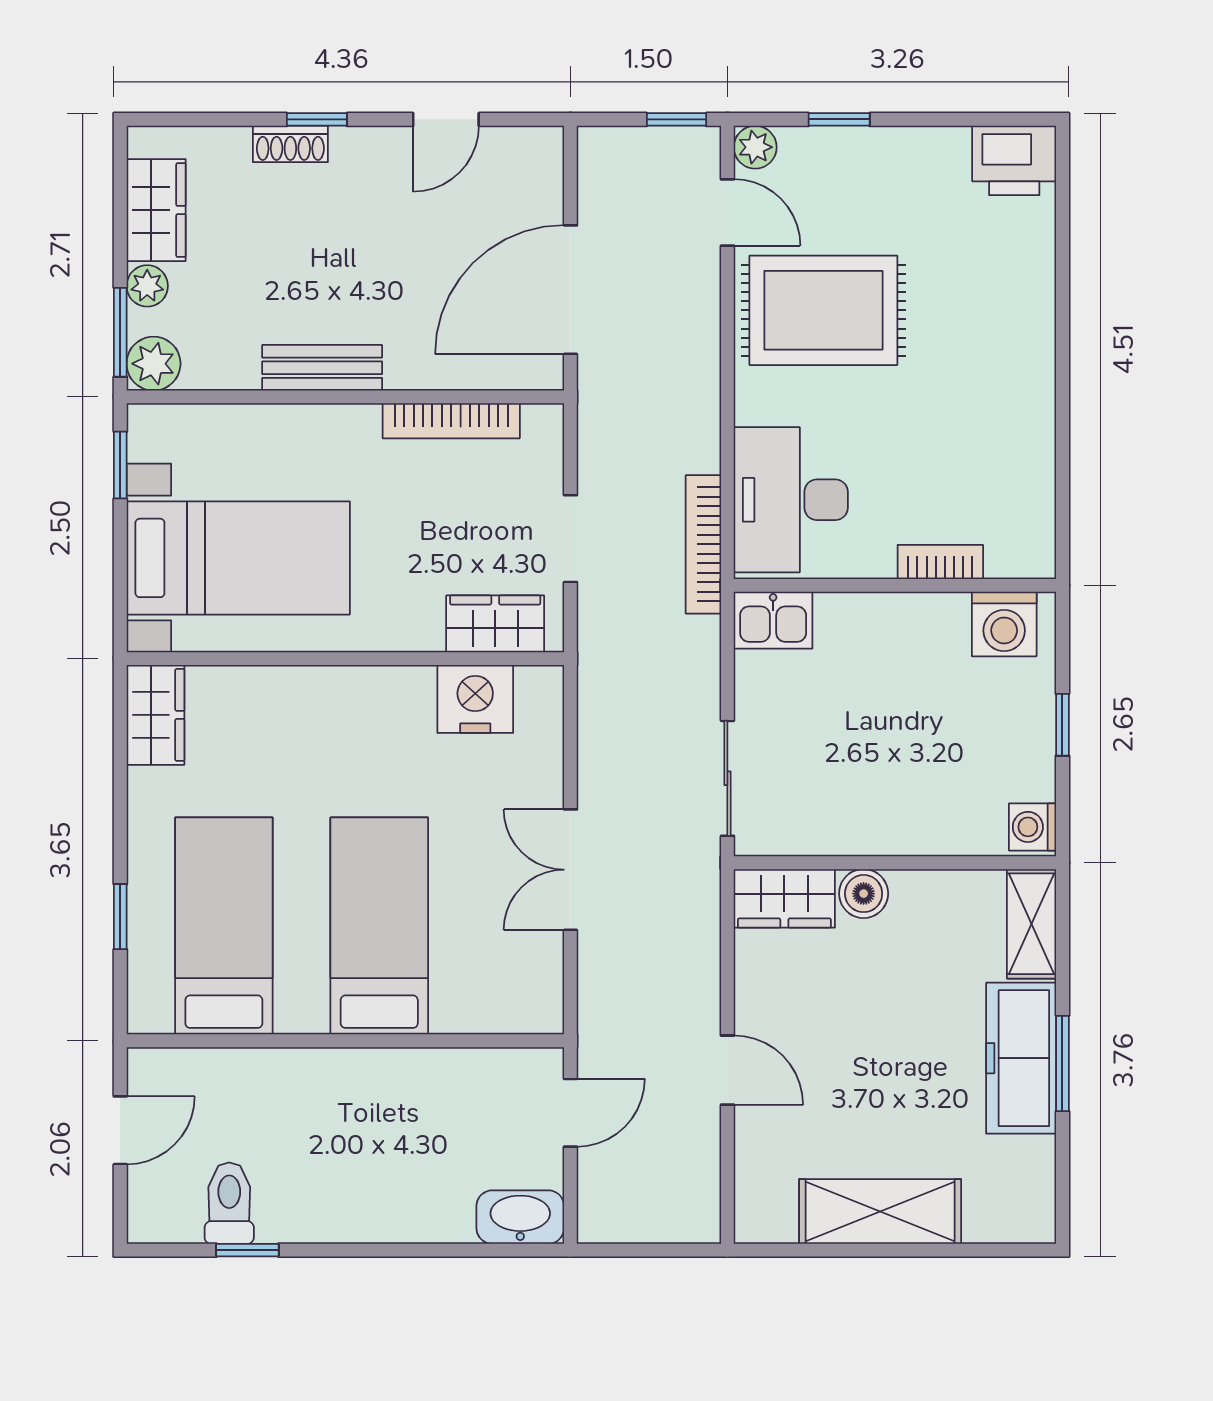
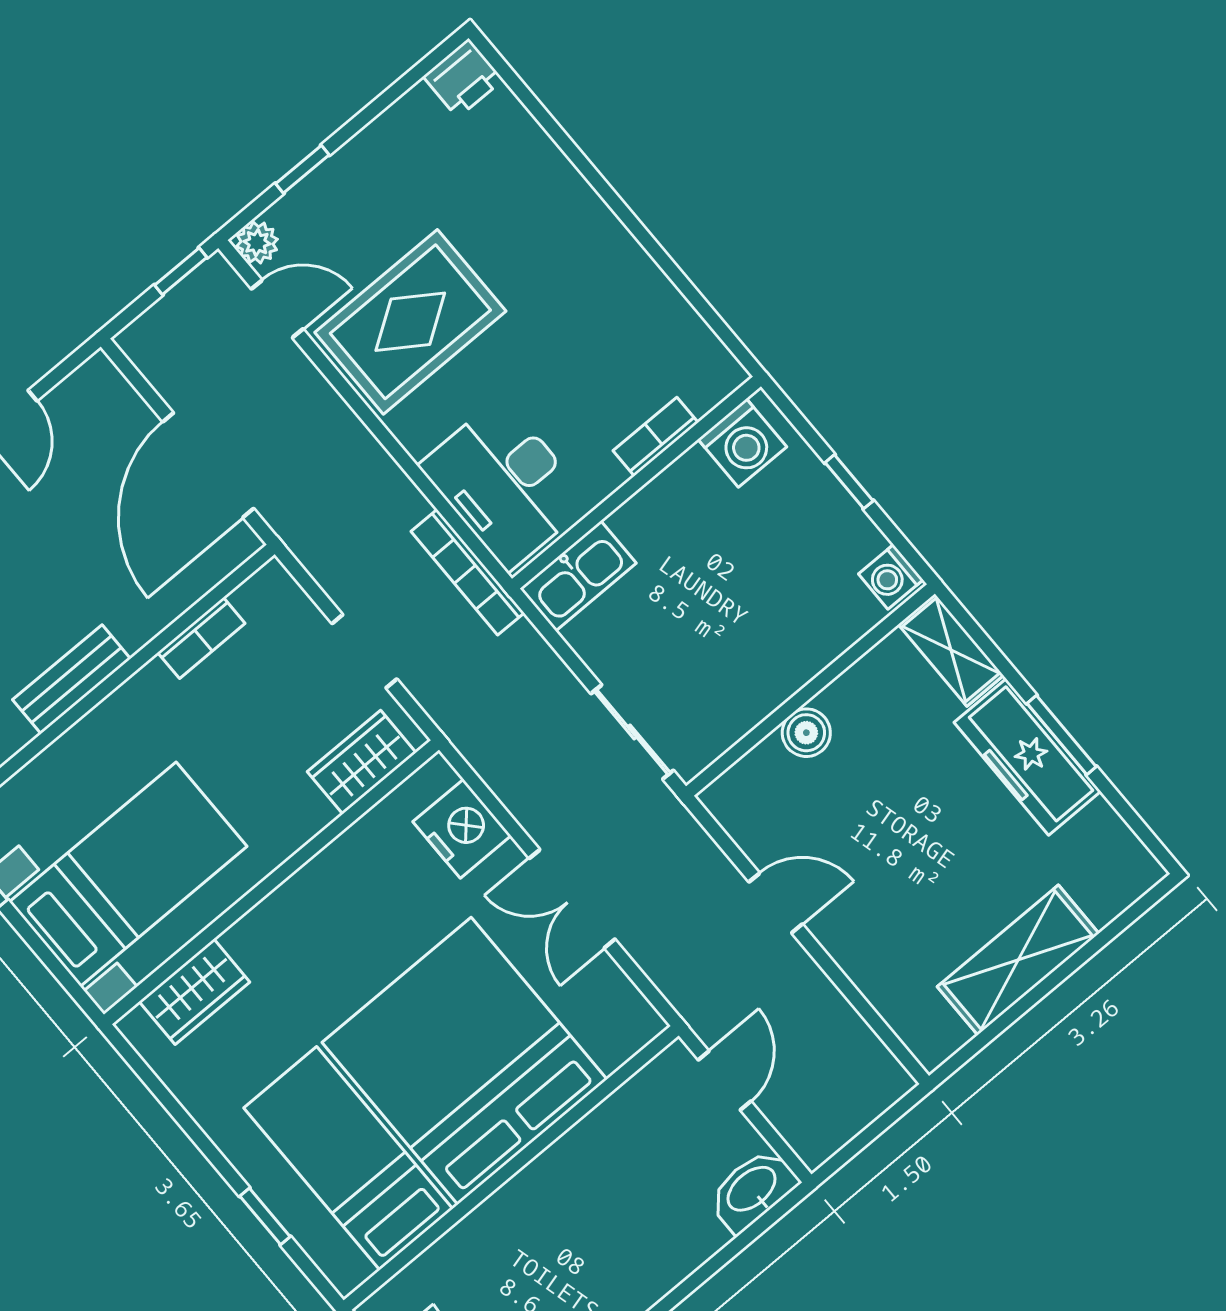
printer: (1014, 160) -> (463, 78), width x0.73, depth x0.81
bookcase: (451, 421) -> (201, 638), width x0.64
kitchen sink: (773, 620) -> (578, 576), width x1.38
nightstand: (475, 699) -> (462, 829), moved, turned 90
wardrobe: (155, 715) -> (194, 992), moved, turned 90
wardrobe: (784, 898) -> (750, 786), removed
bed: (379, 926) -> (464, 1061), width x2.04
door: (727, 1070) -> (776, 903), moved

